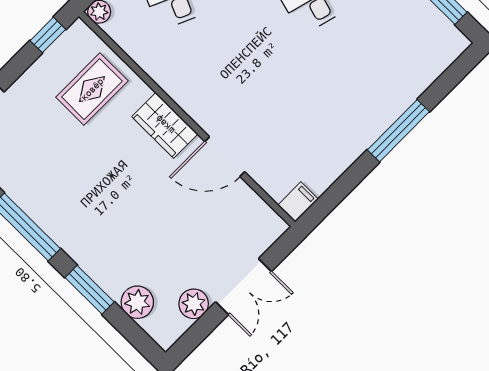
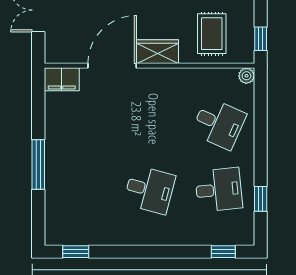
door: (225, 157) -> (112, 66), width x1.36
filing cabinet: (298, 202) -> (62, 79), width x2.00

